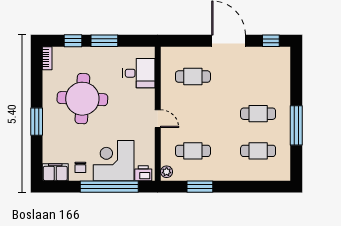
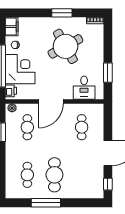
window: (73, 41) -> (108, 40), removed
window: (104, 41) -> (108, 73), moved
round table: (82, 99) -> (65, 46), turned -32
cafe table: (258, 114) -> (54, 175), width x1.37, depth x1.35
door: (158, 119) -> (51, 101), width x1.87
window: (37, 122) -> (62, 13), moved

